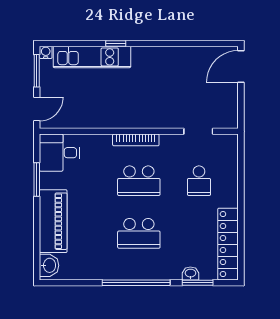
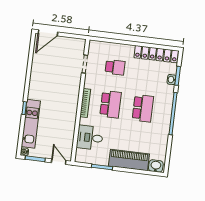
door: (241, 66) -> (48, 33), hinge flipped
desk: (60, 153) -> (90, 138), moved, turned 90

